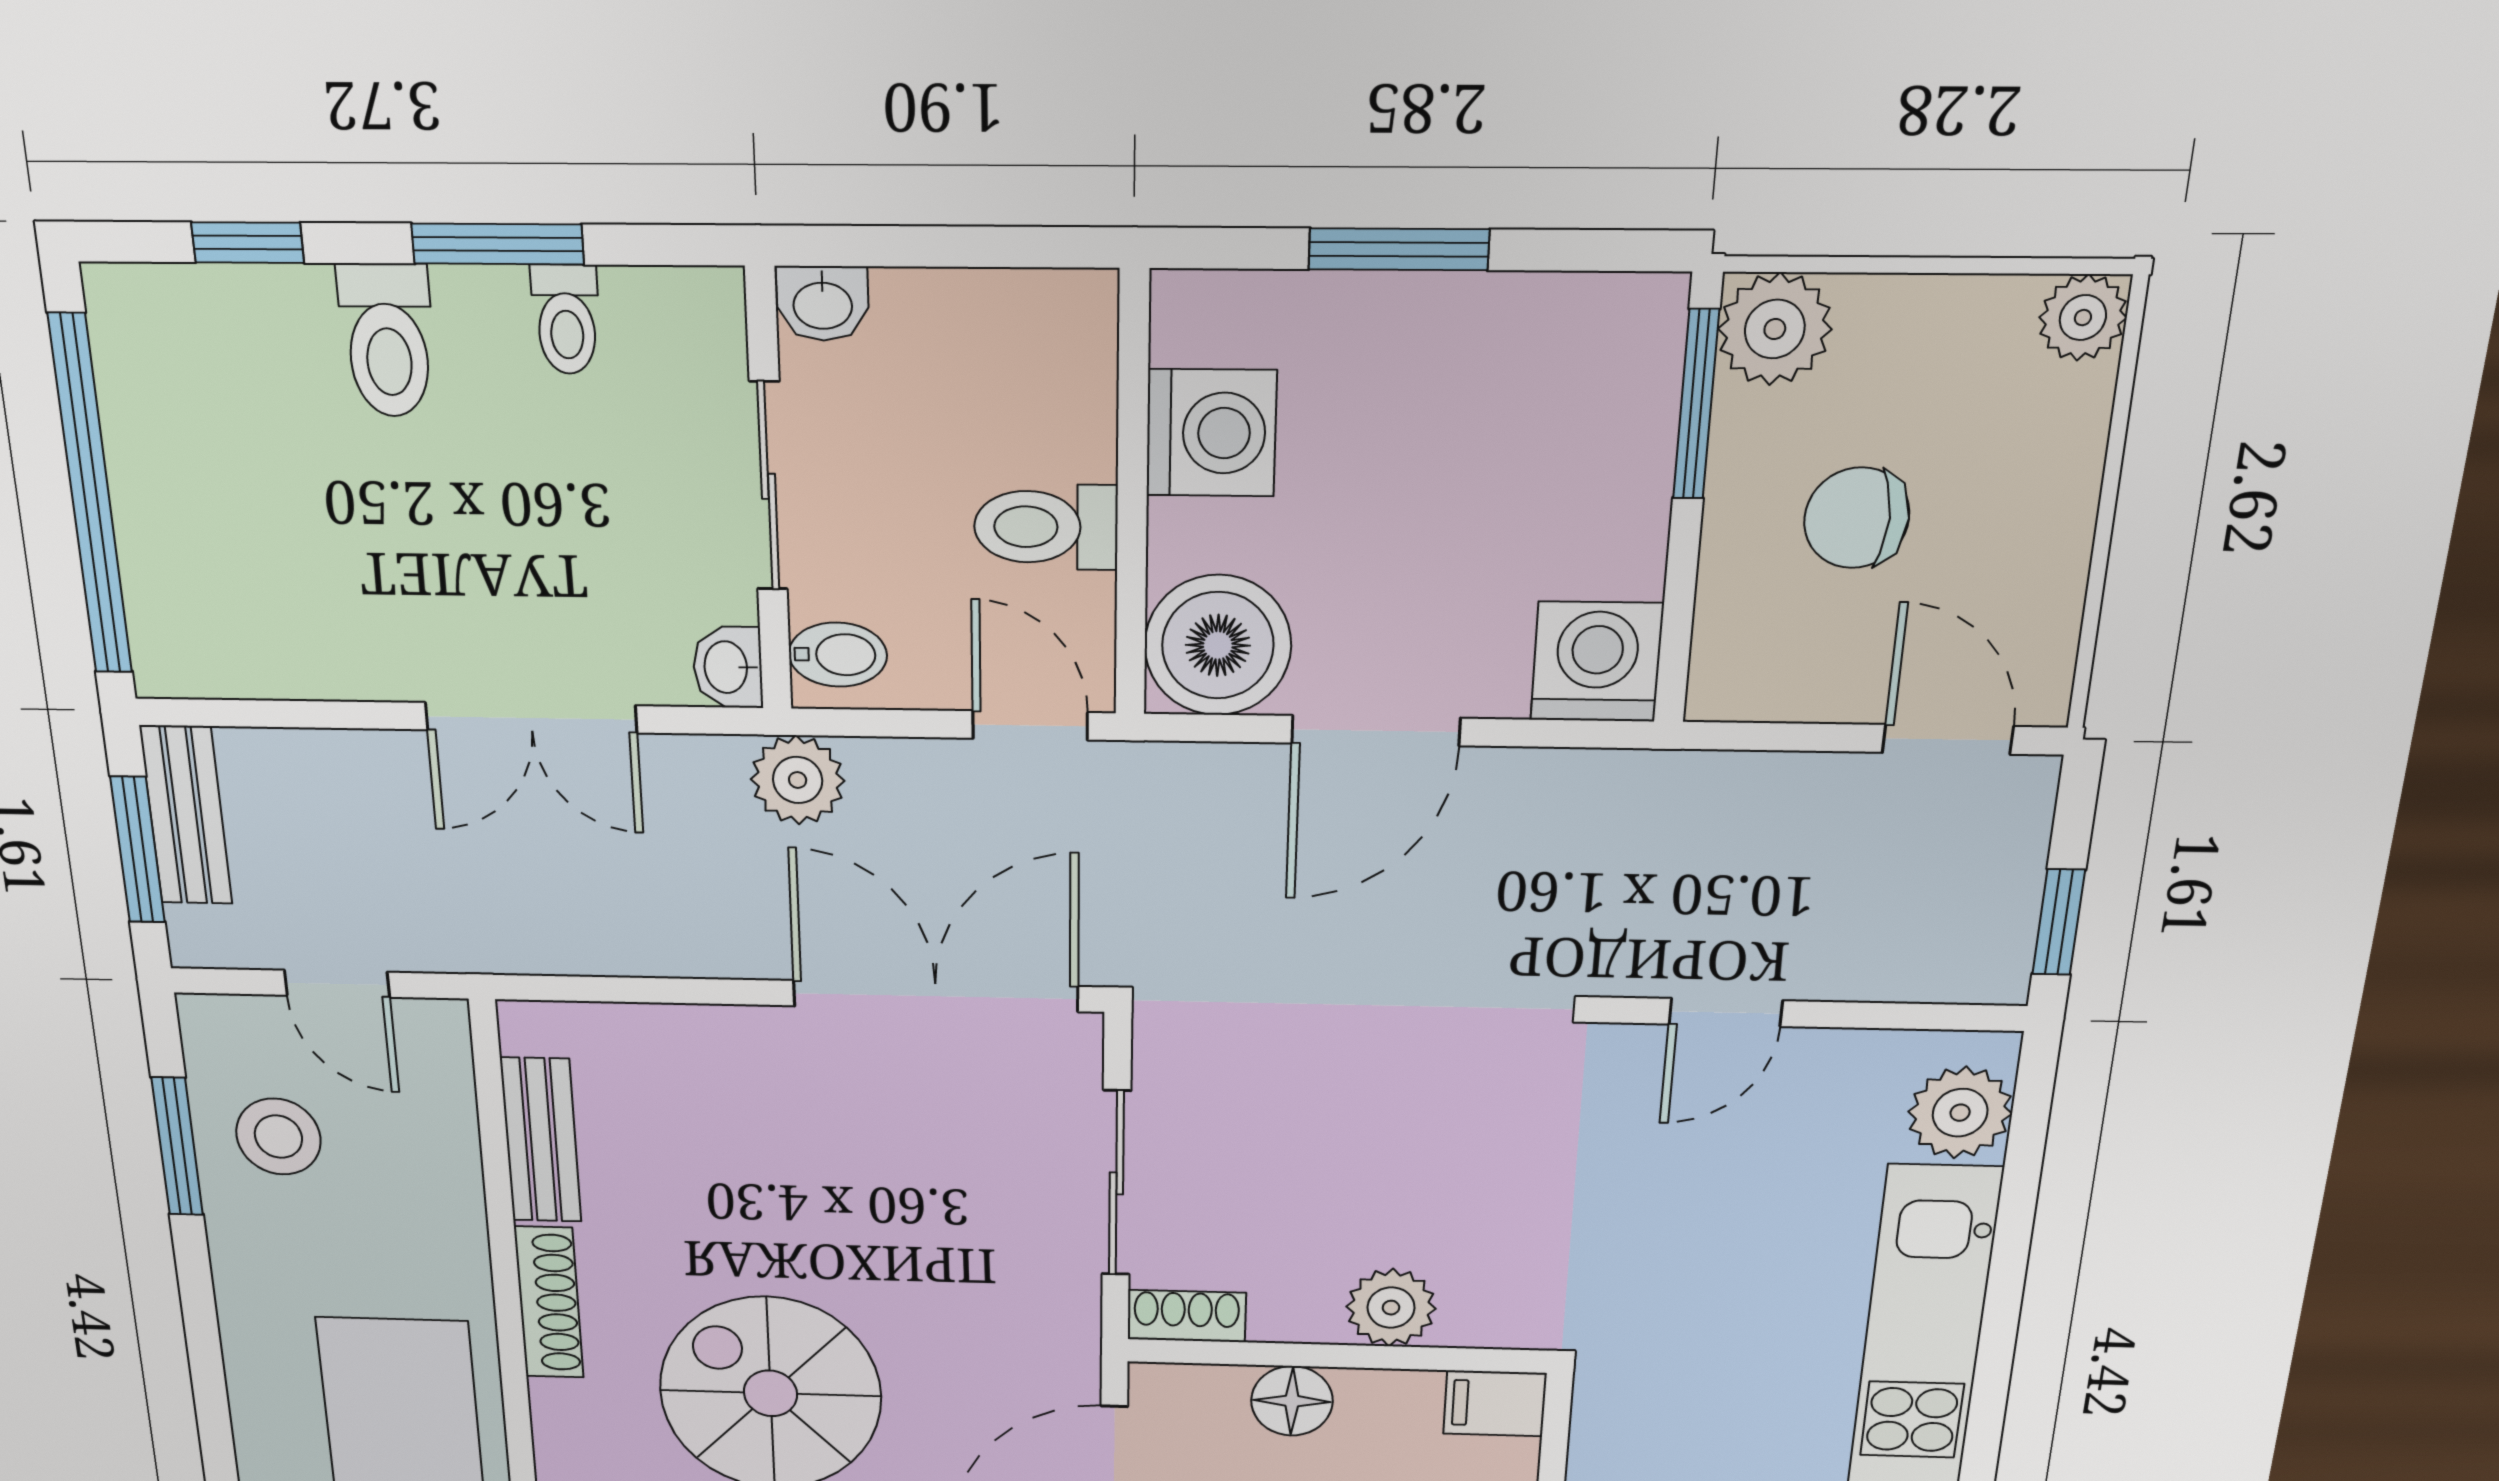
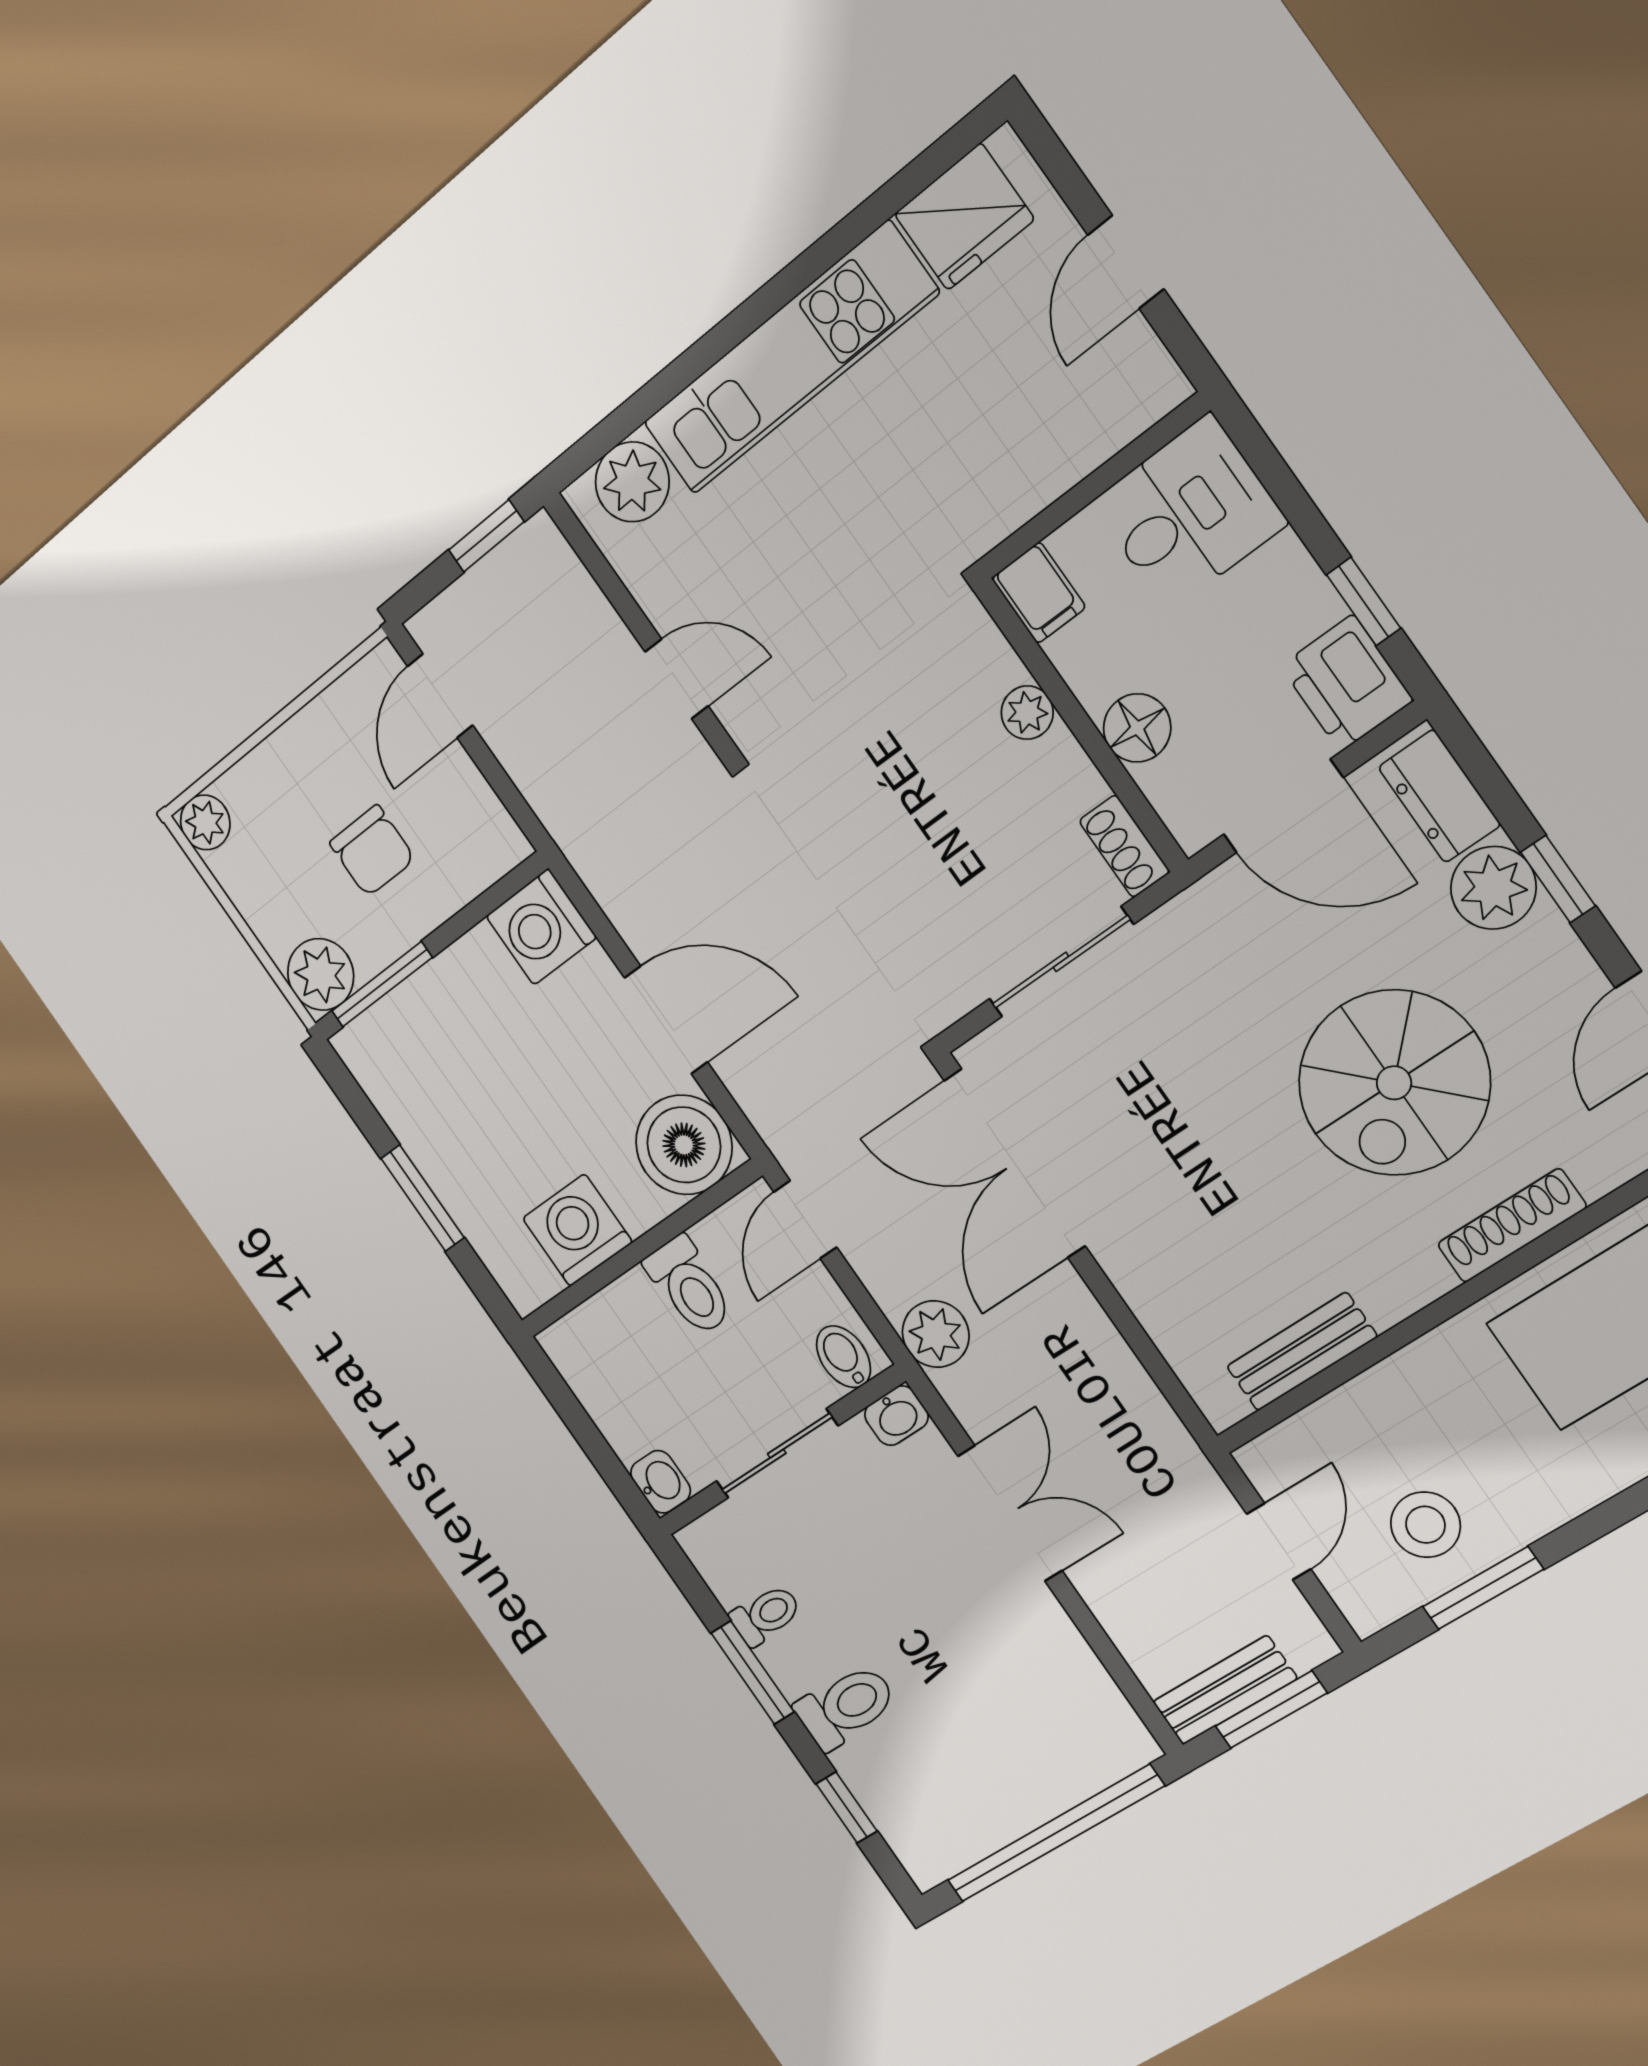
shoe rack: (549, 1302) -> (1512, 1226), moved
plant: (1391, 1308) -> (1027, 713), width x0.73, depth x0.73

